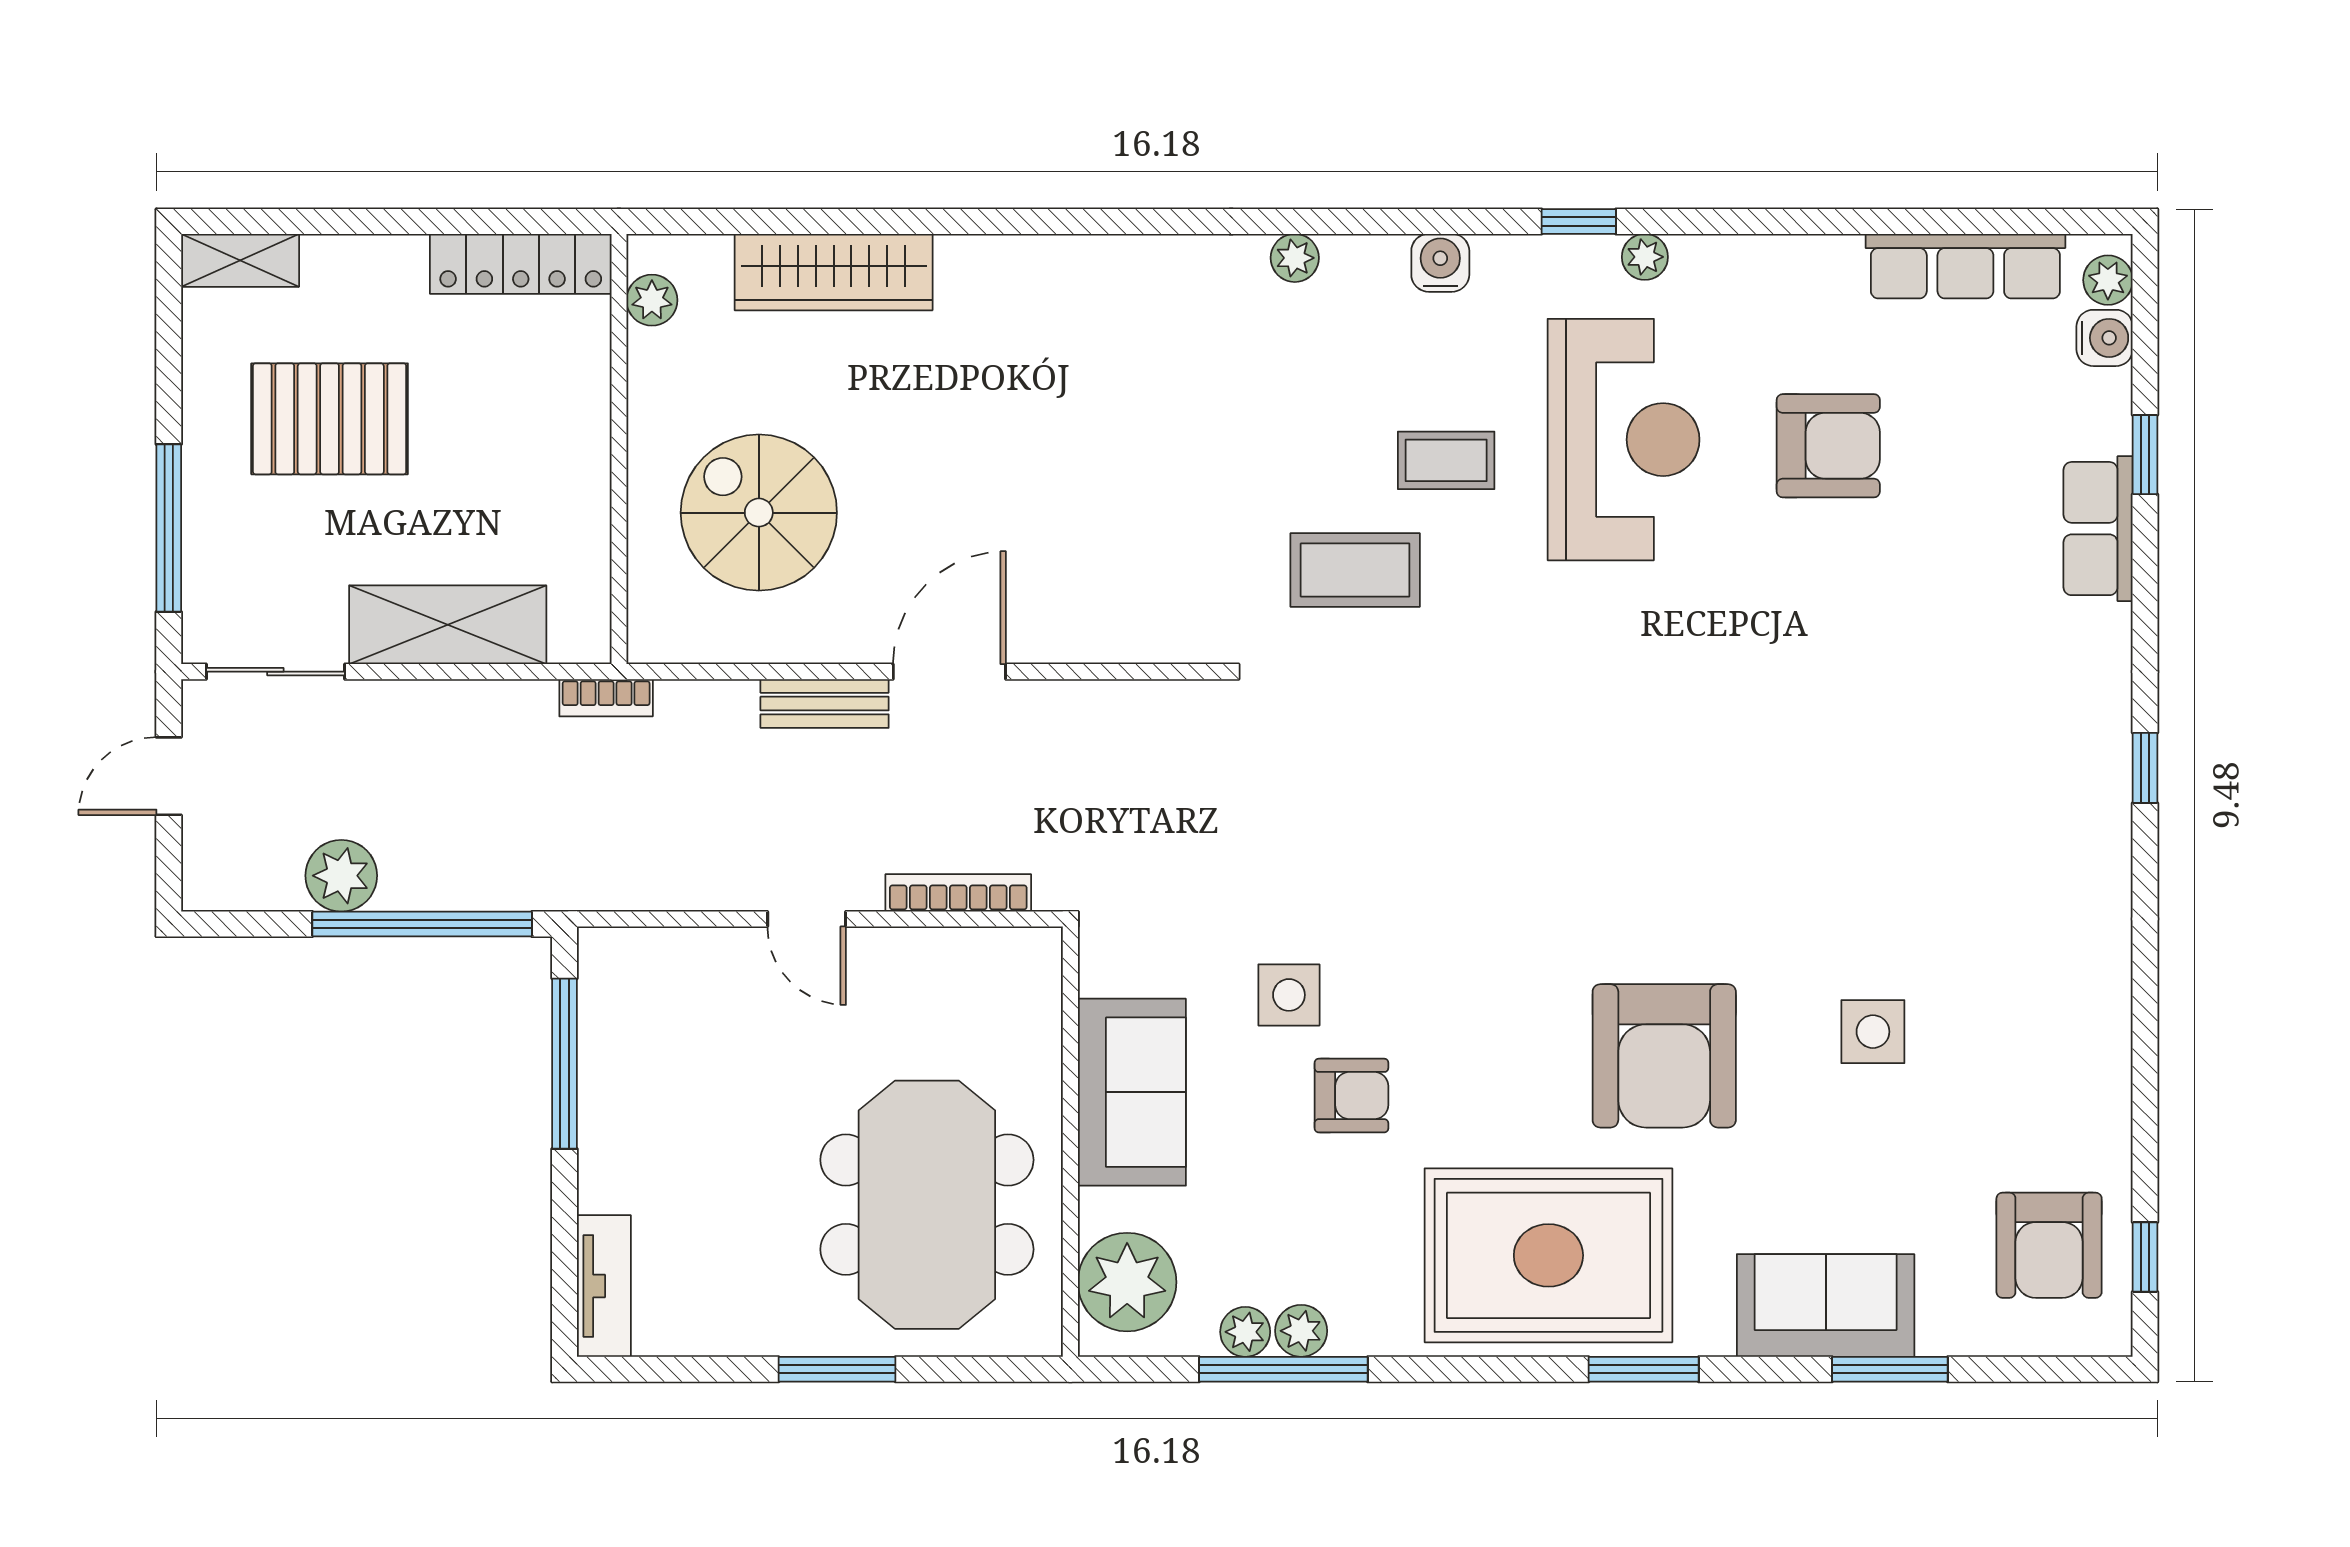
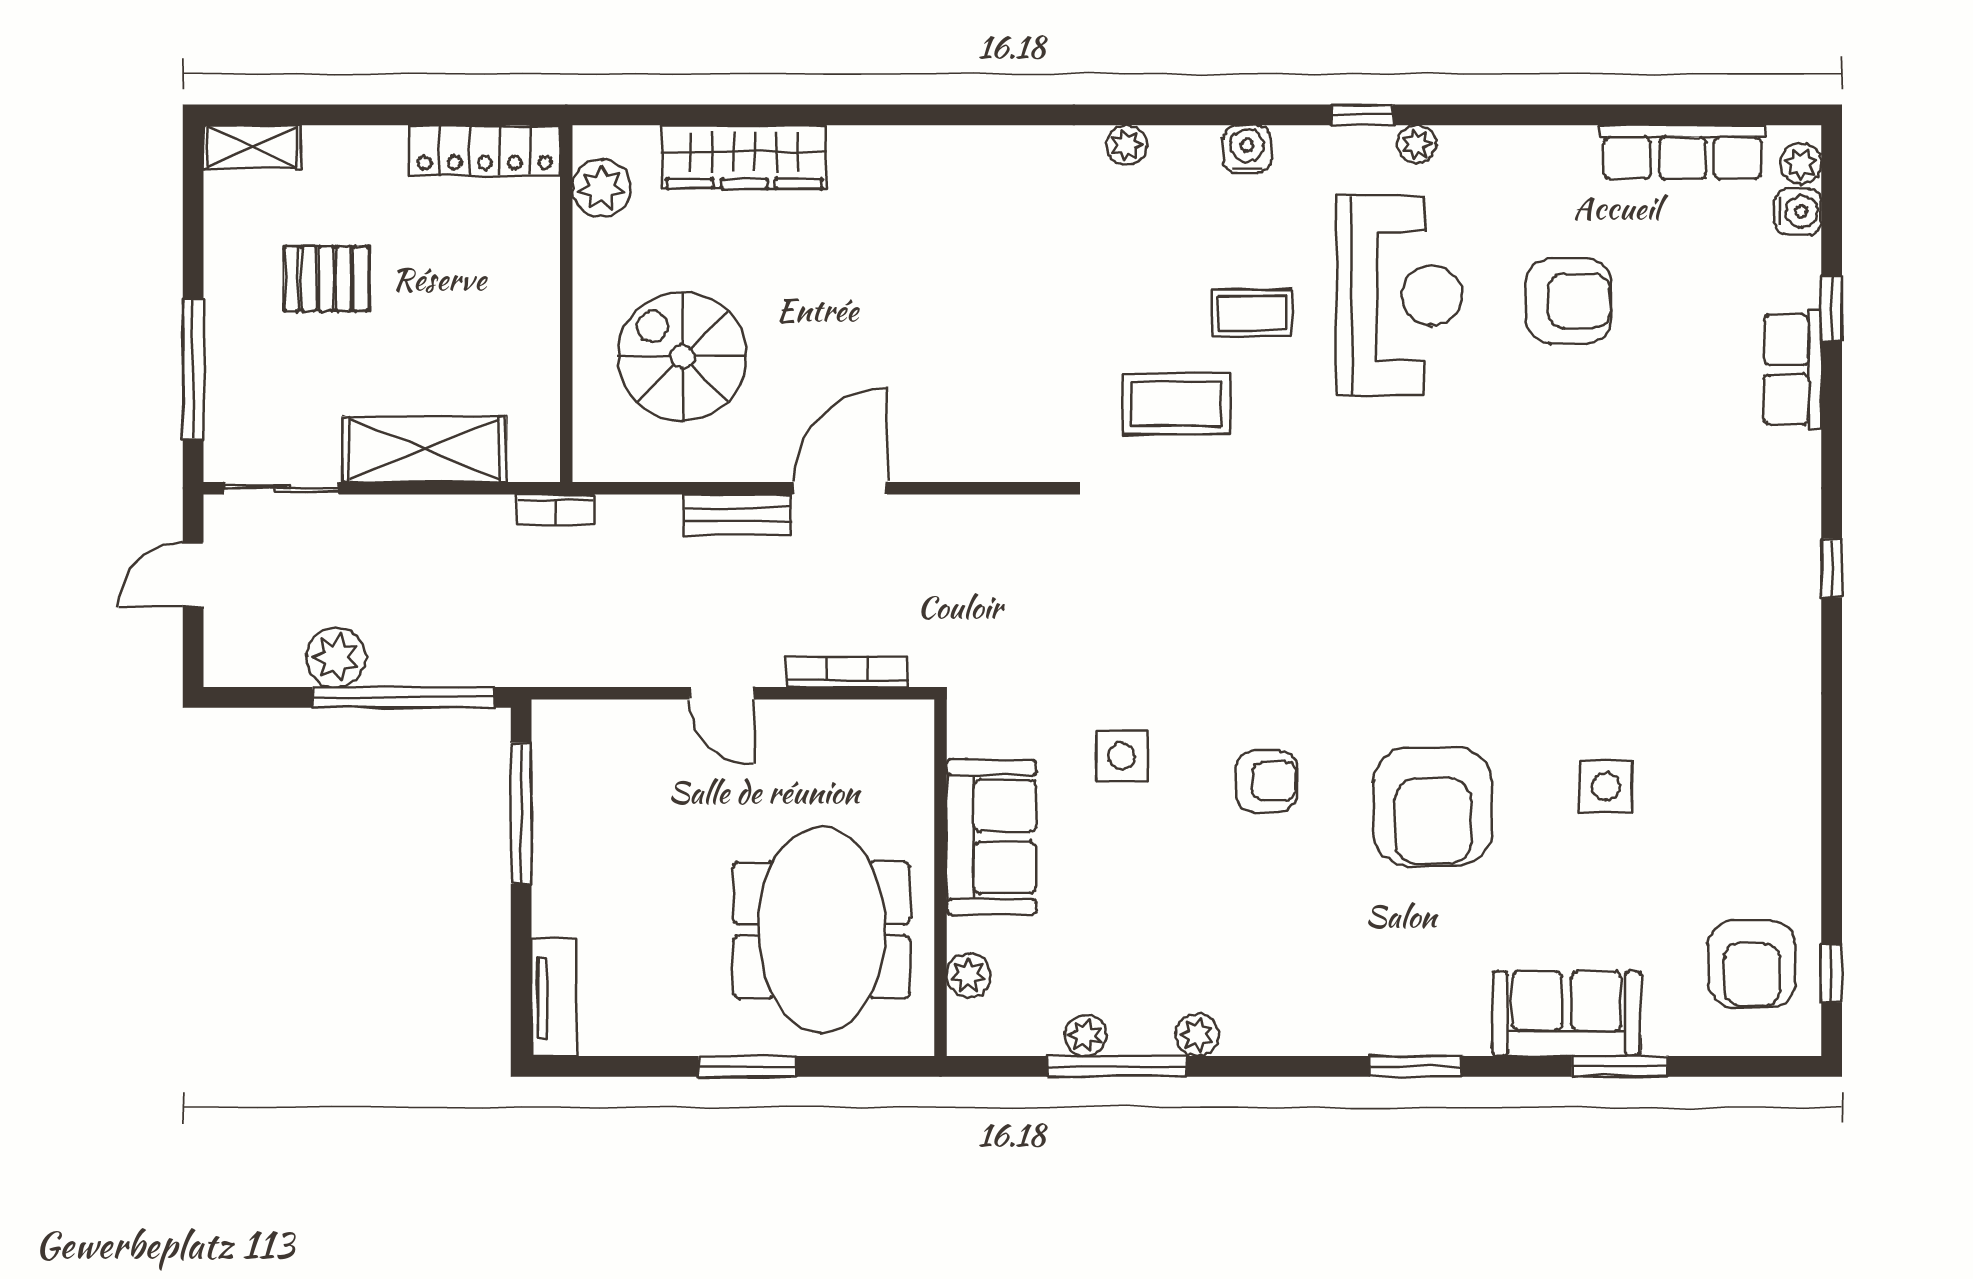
plant: (652, 300) -> (601, 188), width x1.38, depth x1.38
pallet: (330, 419) -> (326, 279), width x0.67, depth x0.71
armchair: (1351, 1096) -> (1267, 781), moved
rug: (1548, 1255) -> (1337, 972), removed
plant: (1127, 1282) -> (968, 975), width x0.53, depth x0.53
plant: (1301, 1331) -> (1197, 1035), moved

